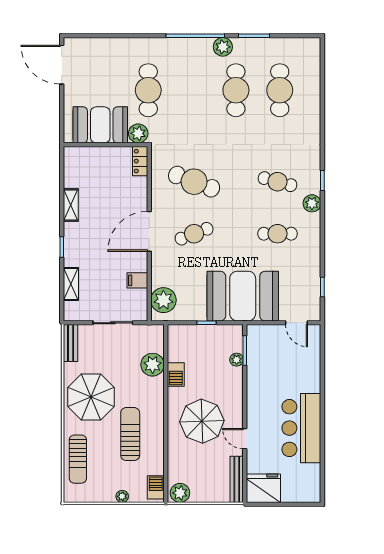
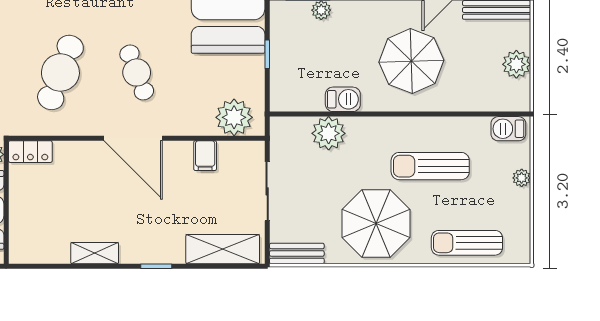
shelving: (71, 284) -> (223, 249), width x1.50, depth x1.33
sun lounger: (78, 459) -> (467, 243), turned 180
plant: (180, 493) -> (516, 64), moved

